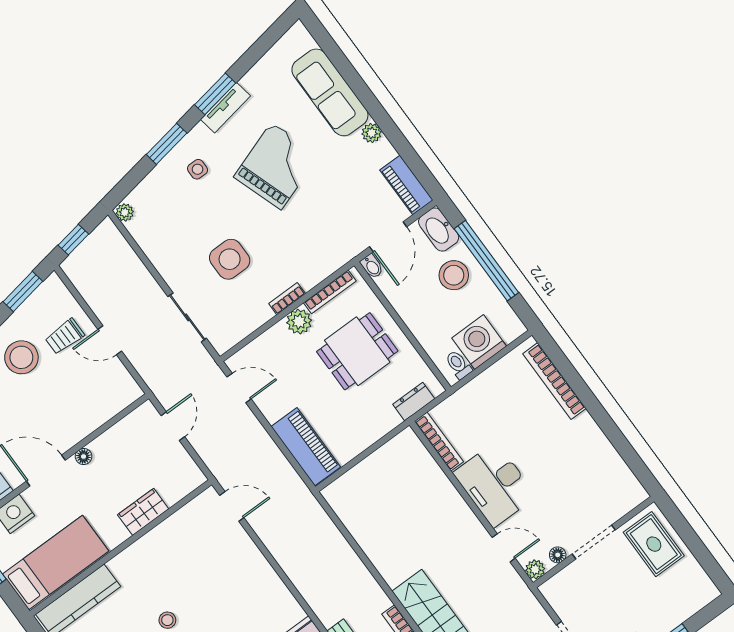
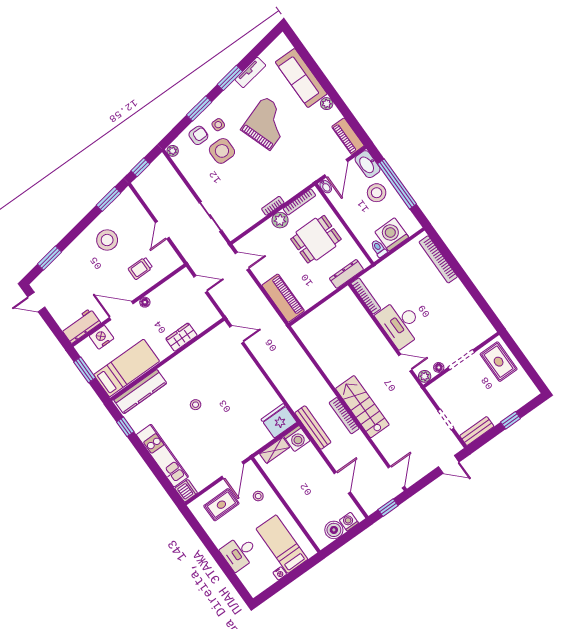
tv unit: (225, 108) -> (250, 72), moved
armchair: (166, 187) -> (198, 135), added
side table: (230, 259) -> (222, 151), moved
trolley: (65, 336) -> (140, 268), moved
door: (110, 340) -> (162, 230), hinge flipped
dresser: (414, 402) -> (346, 274), width x1.44
door: (173, 426) -> (201, 284), hinge flipped

